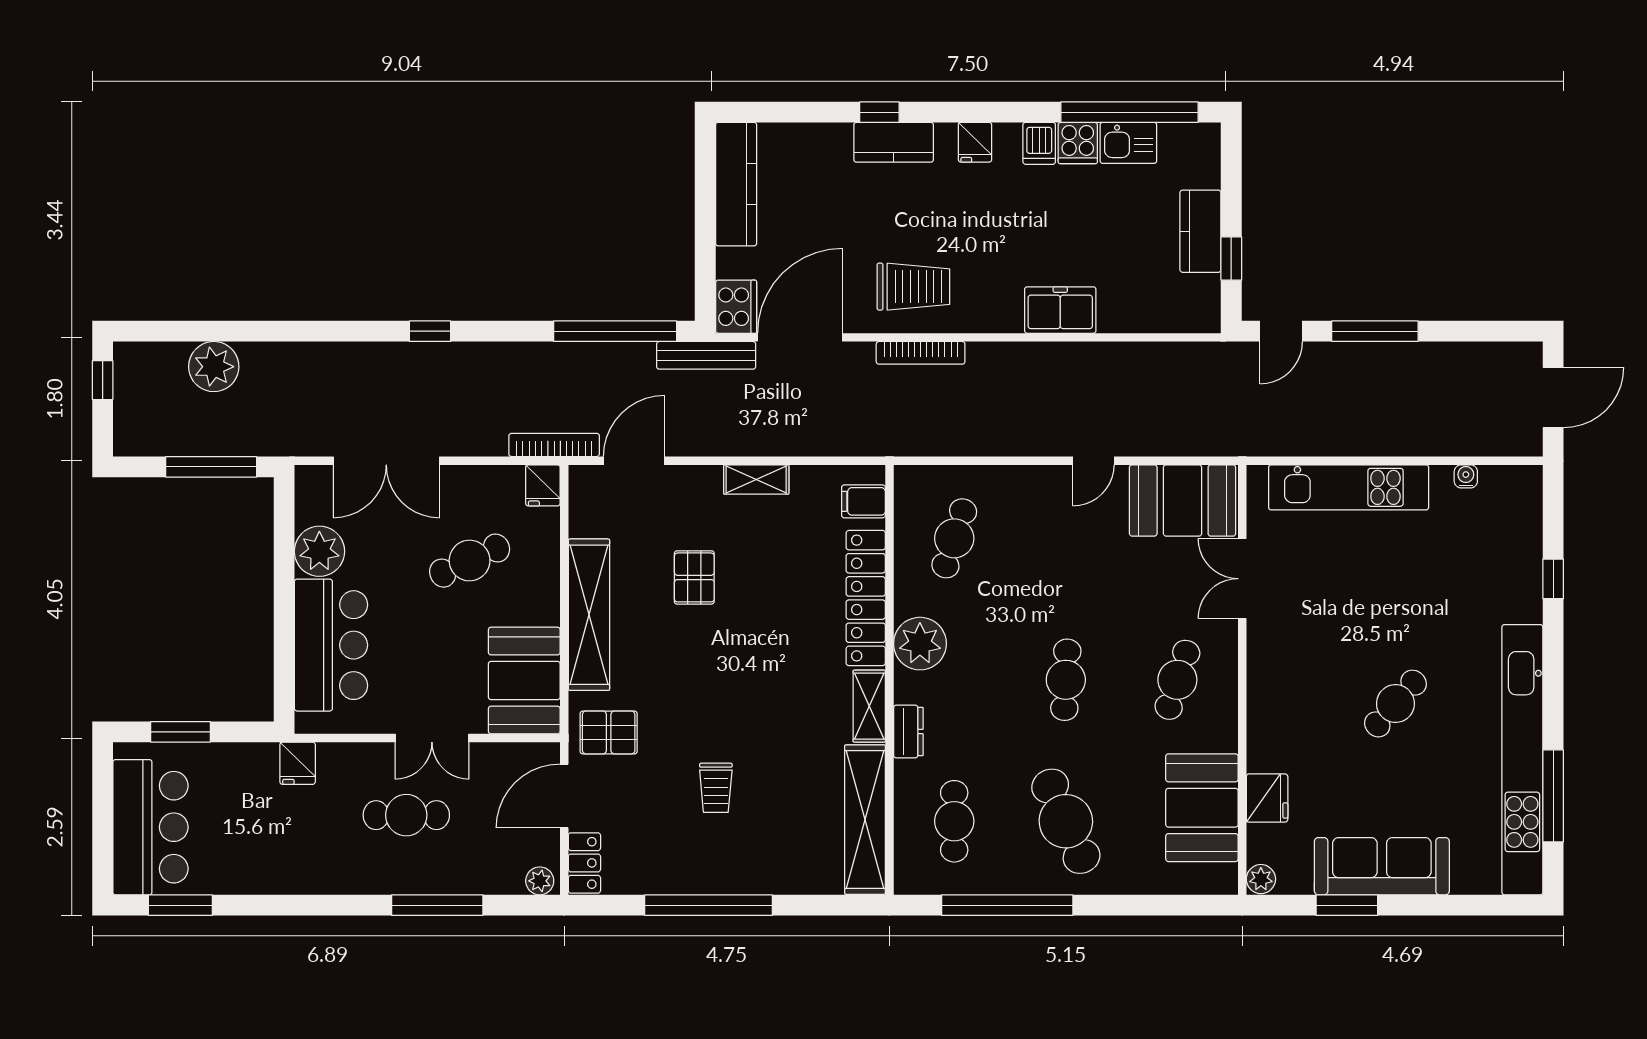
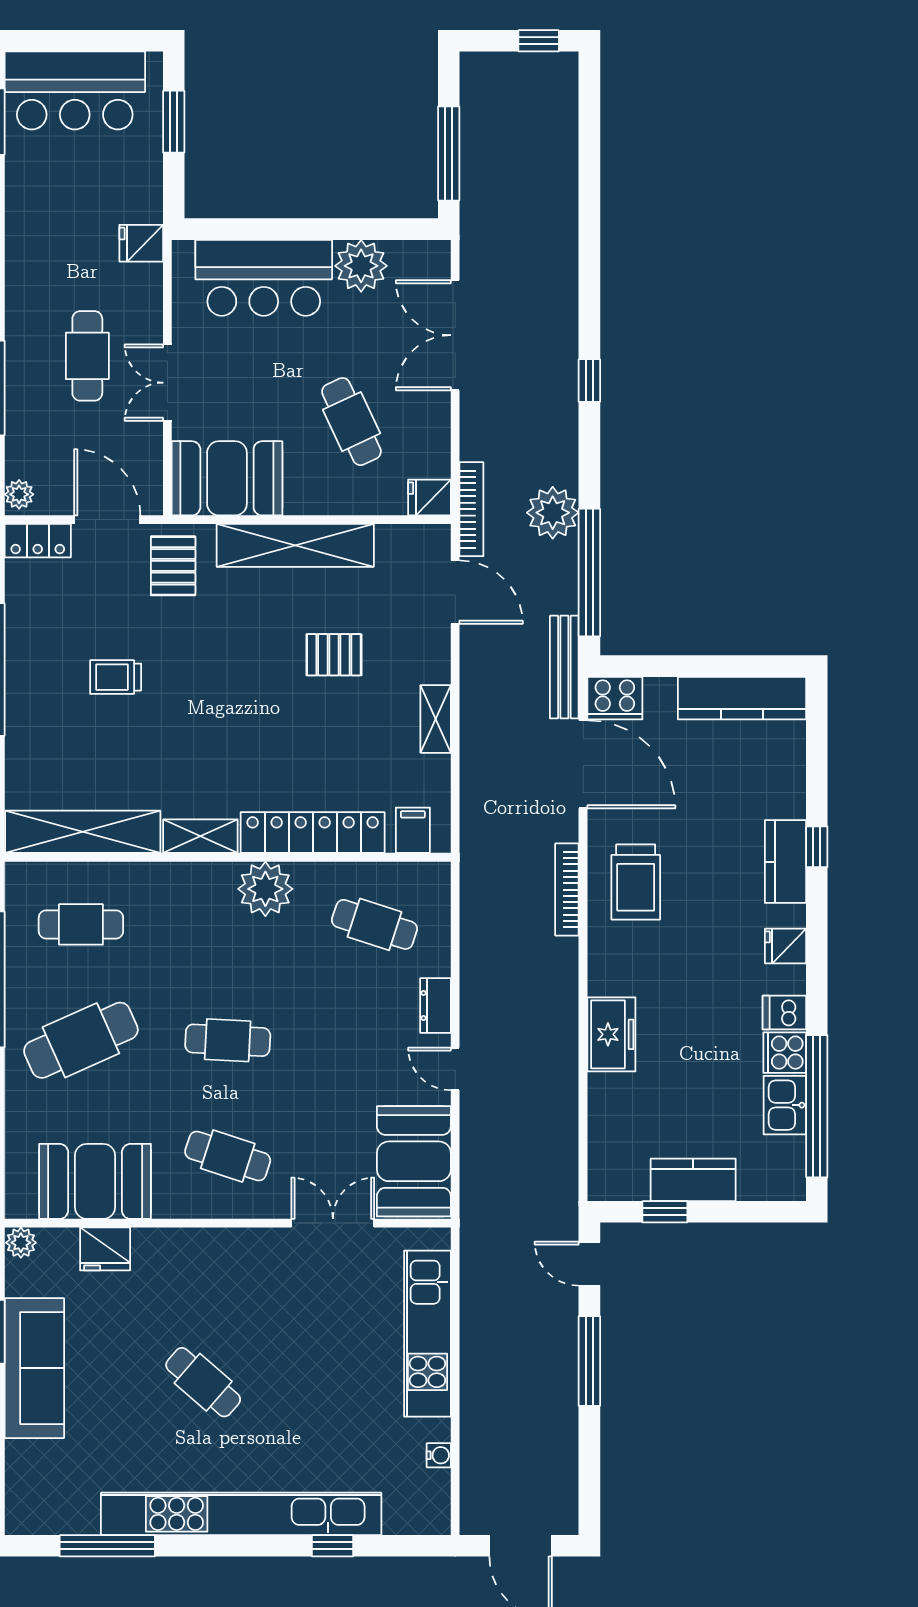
plant: (214, 367) -> (553, 513), moved
dresser: (908, 732) -> (435, 1006), moved, turned 90
kitchen unit: (1522, 760) -> (241, 1514), moved

